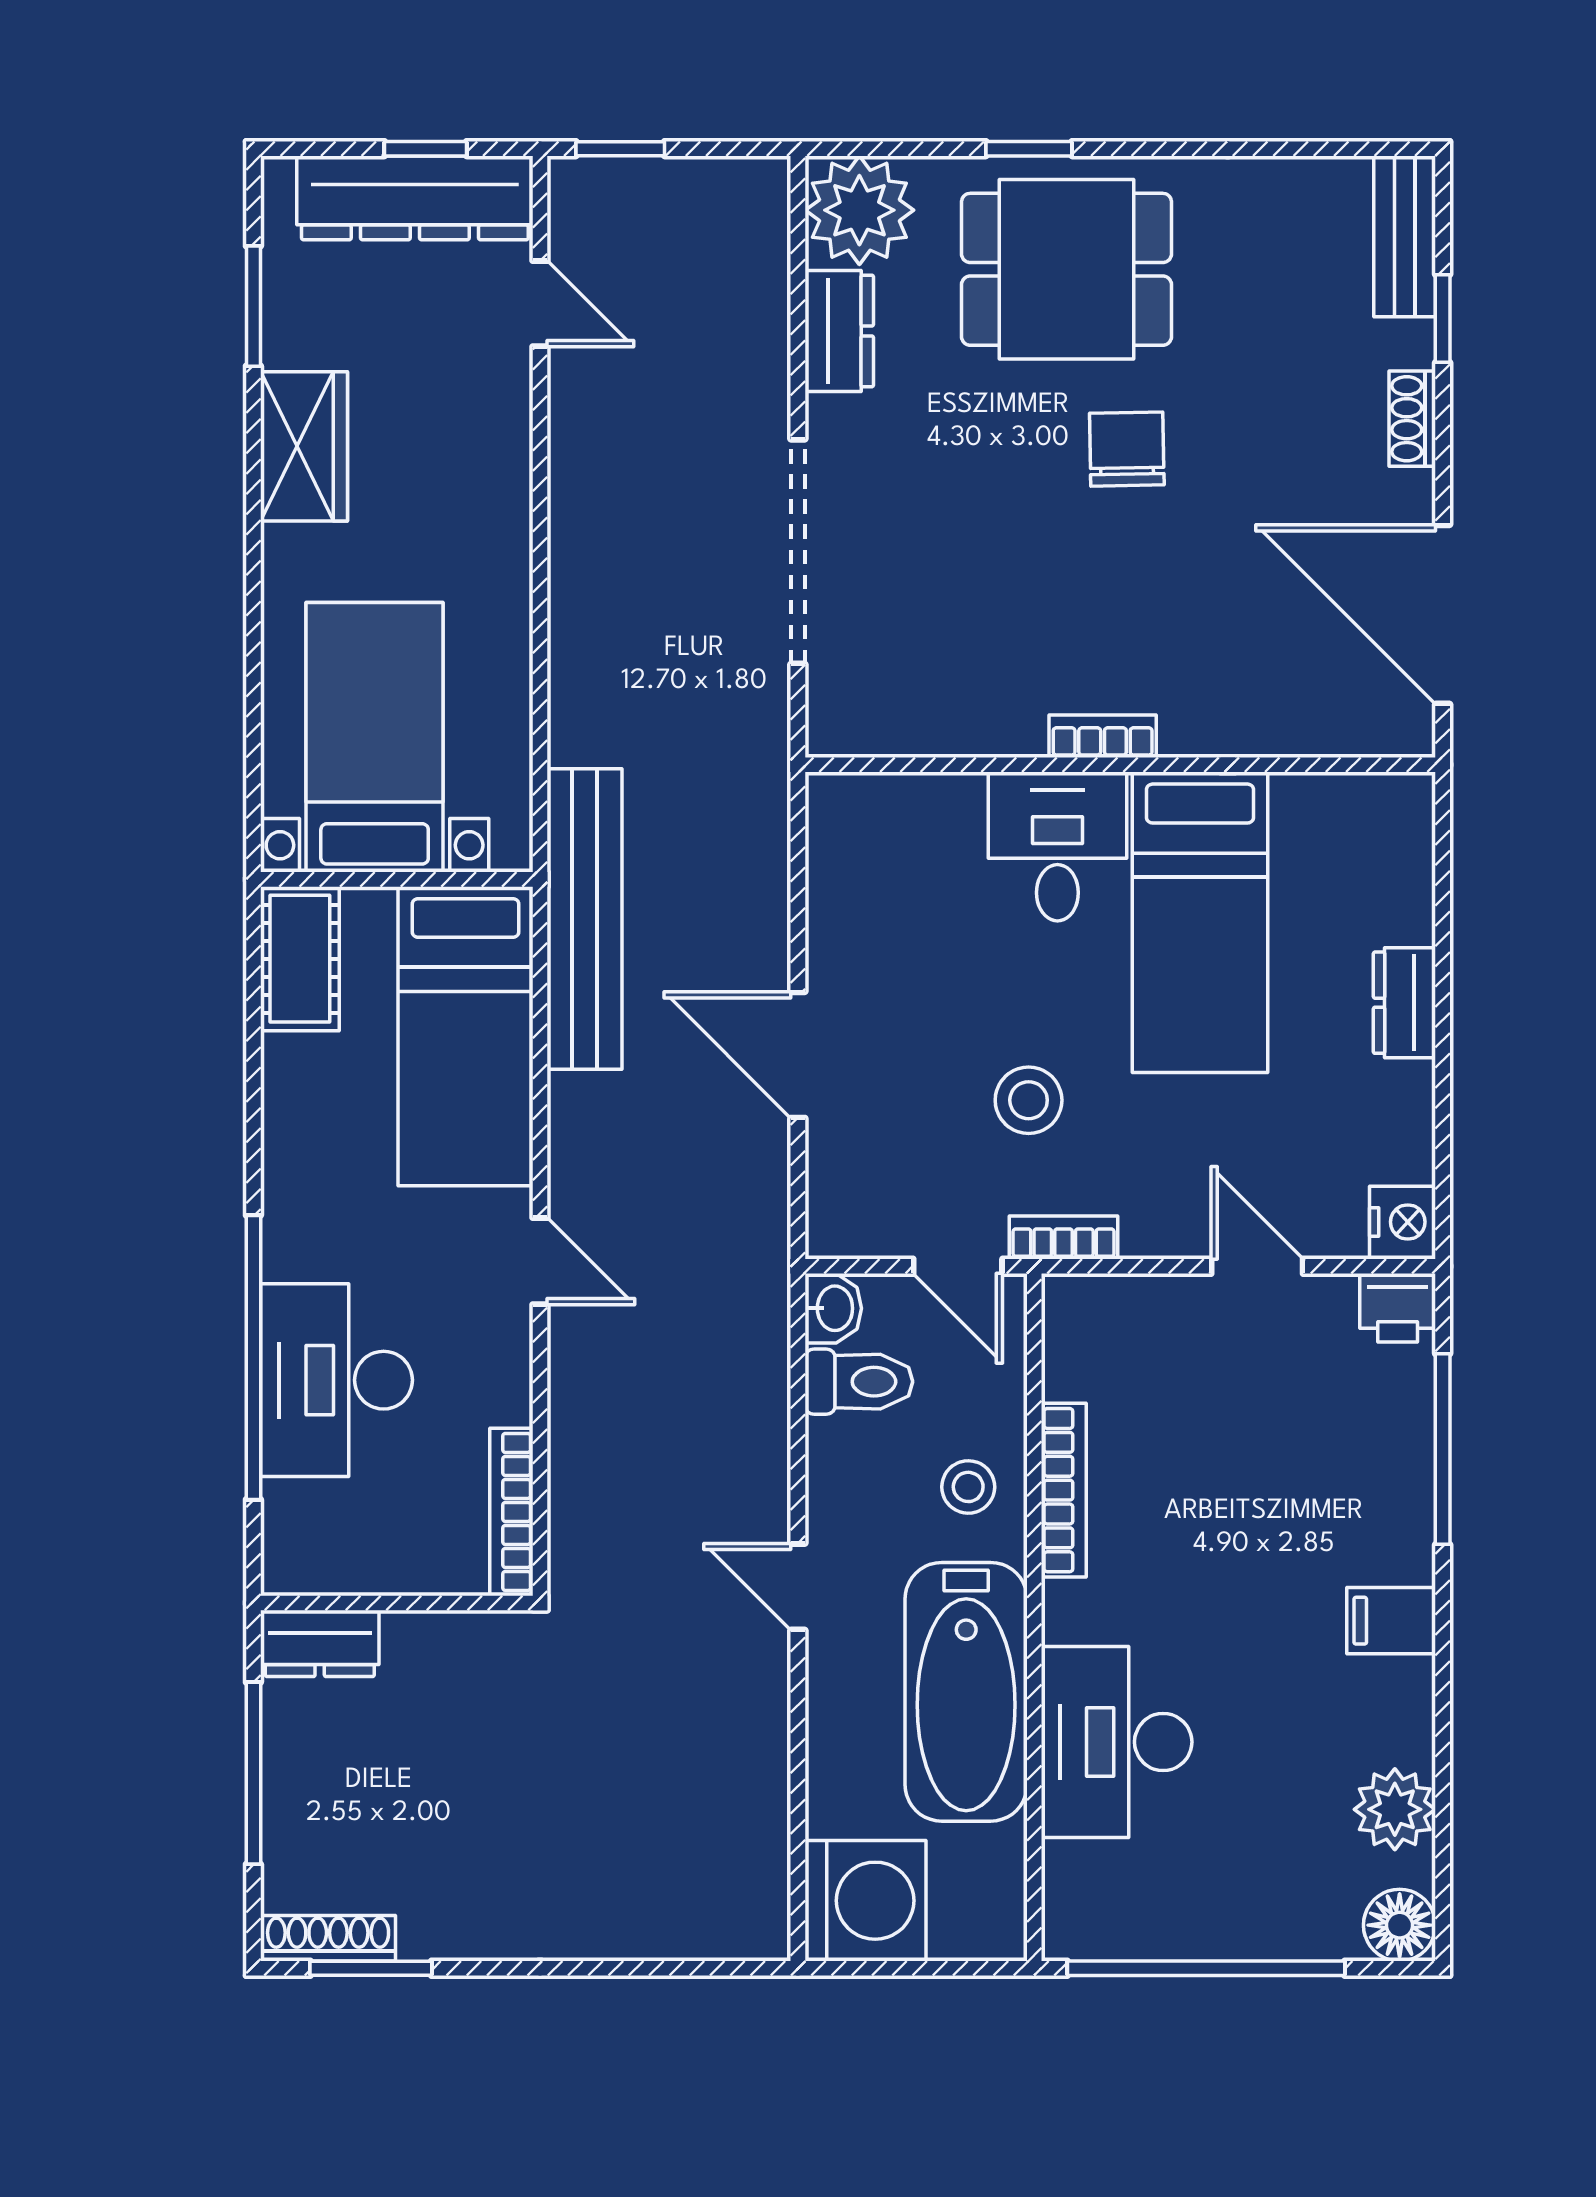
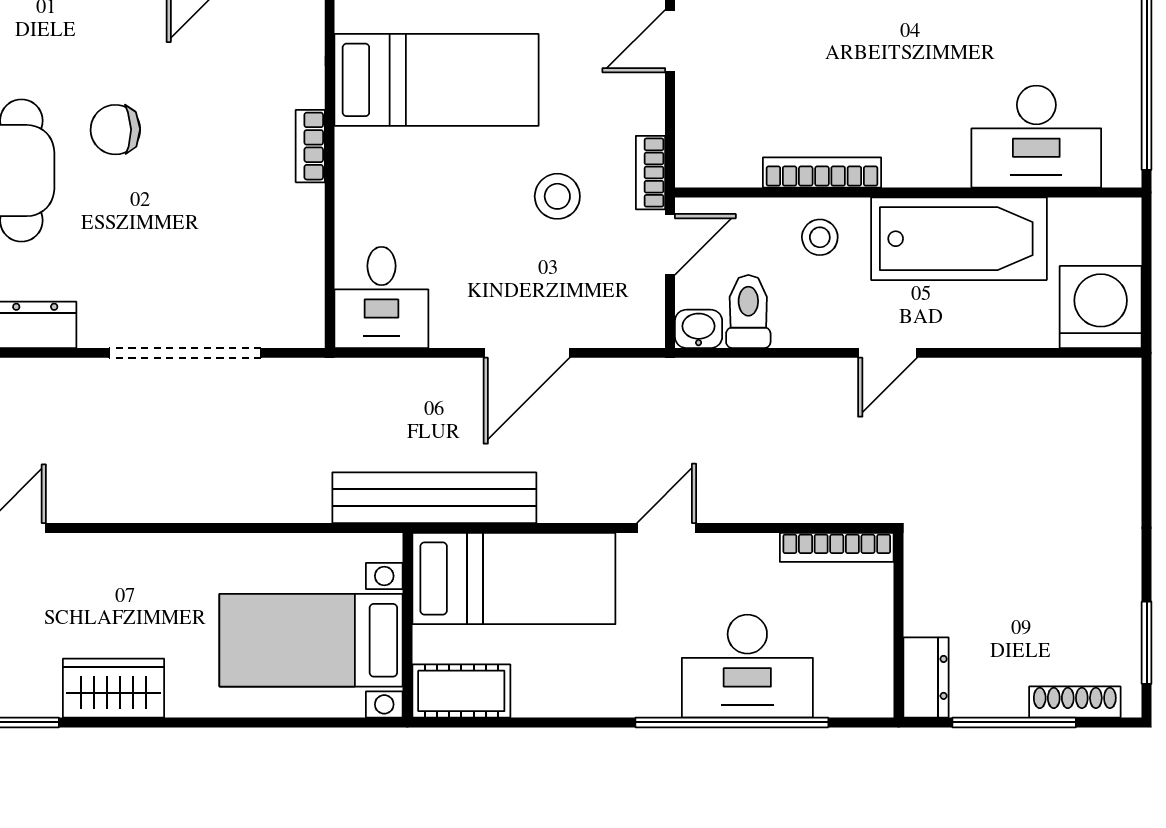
desk: (1057, 847) -> (381, 297), moved, turned -90
desk: (1117, 1742) -> (1036, 137), moved
shoe rack: (328, 1938) -> (1075, 702), moved, turned 90

